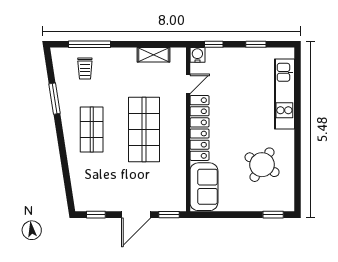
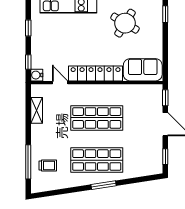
window: (55, 99) -> (104, 185), moved
shop shelf: (92, 129) -> (97, 160), width x1.43, depth x1.36

